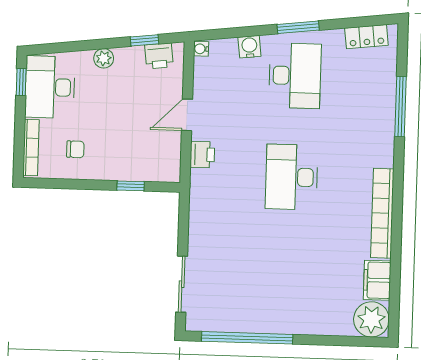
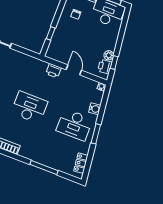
plant: (104, 58) -> (109, 55), moved

